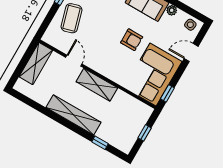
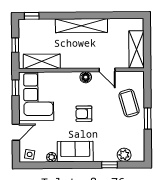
armchair: (132, 40) -> (84, 114), moved
floor lamp: (97, 65) -> (86, 77), added
shelving: (97, 85) -> (42, 61), moved
window: (100, 143) -> (32, 16), moved

